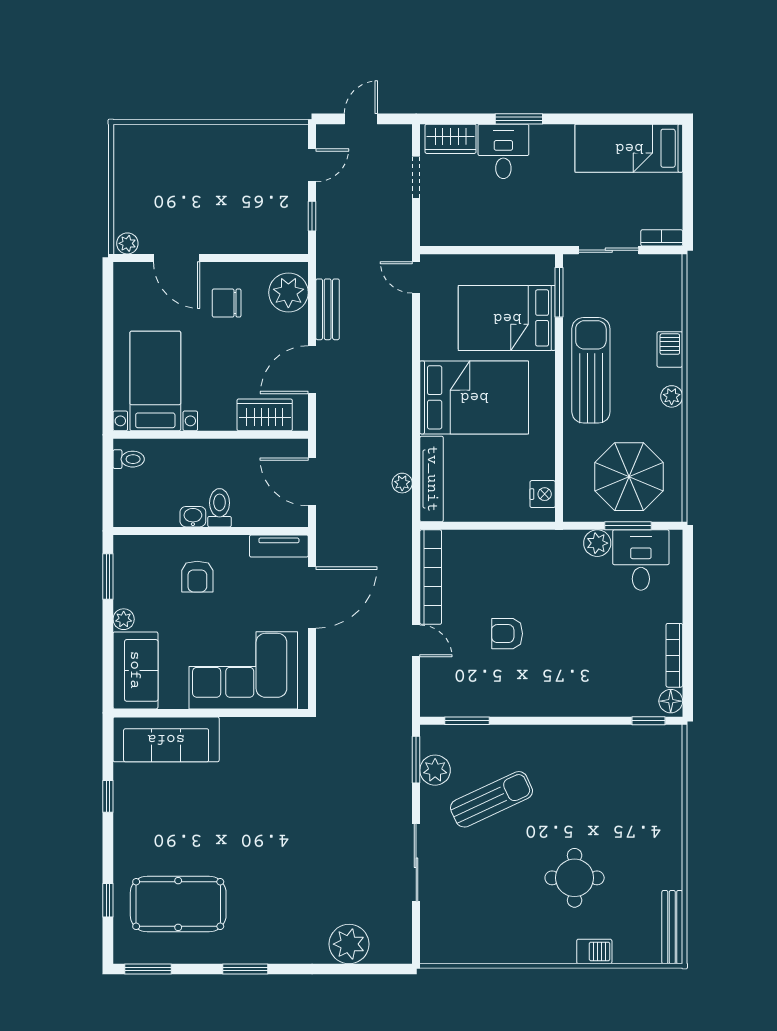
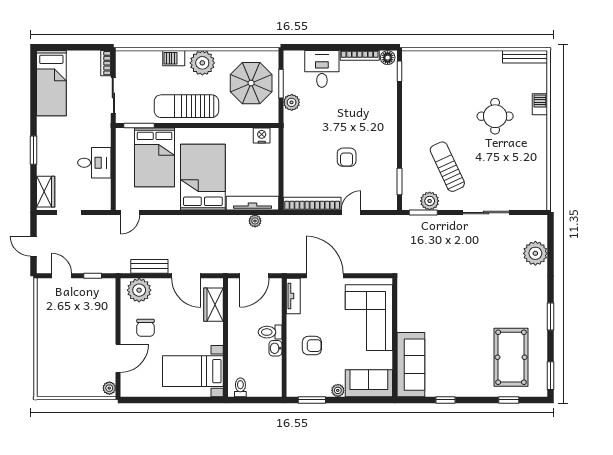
desk: (503, 151) -> (94, 163), moved, turned 180
plant: (672, 396) -> (202, 63), width x1.88, depth x1.88
desk: (641, 560) -> (322, 69), moved, turned 90

